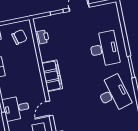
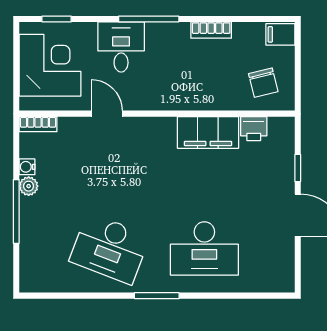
filing cabinet: (52, 76) -> (208, 132), moved
desk: (113, 94) -> (110, 248), turned 36

